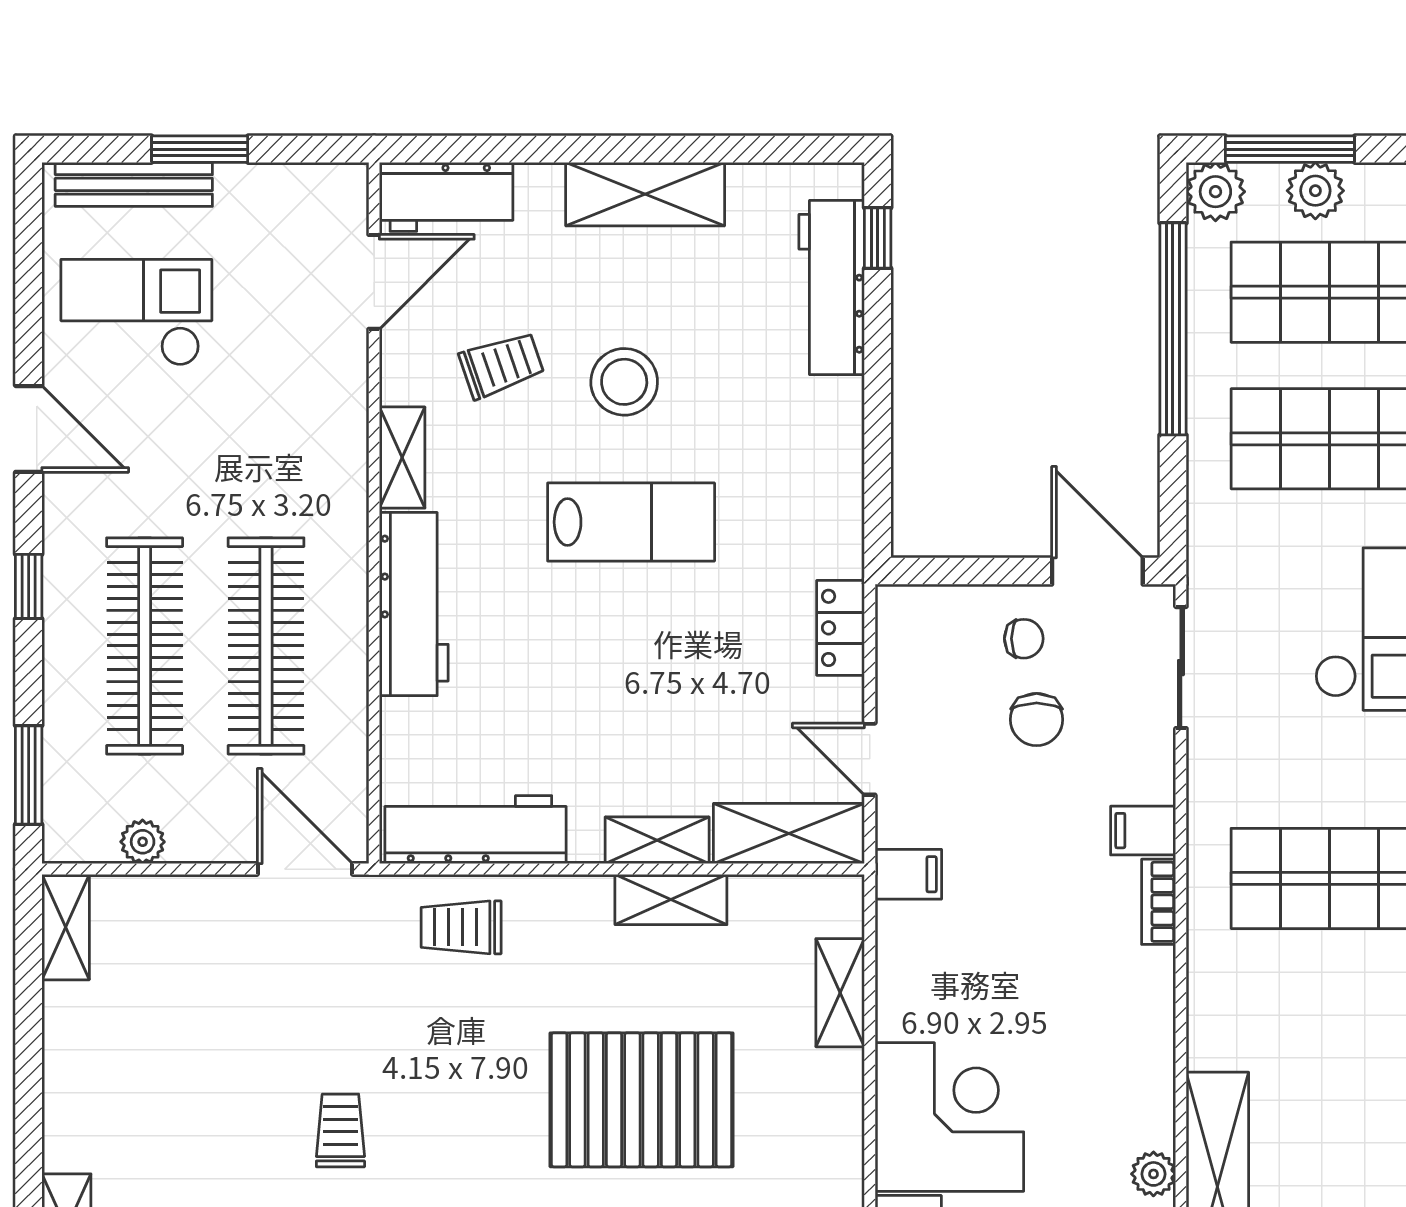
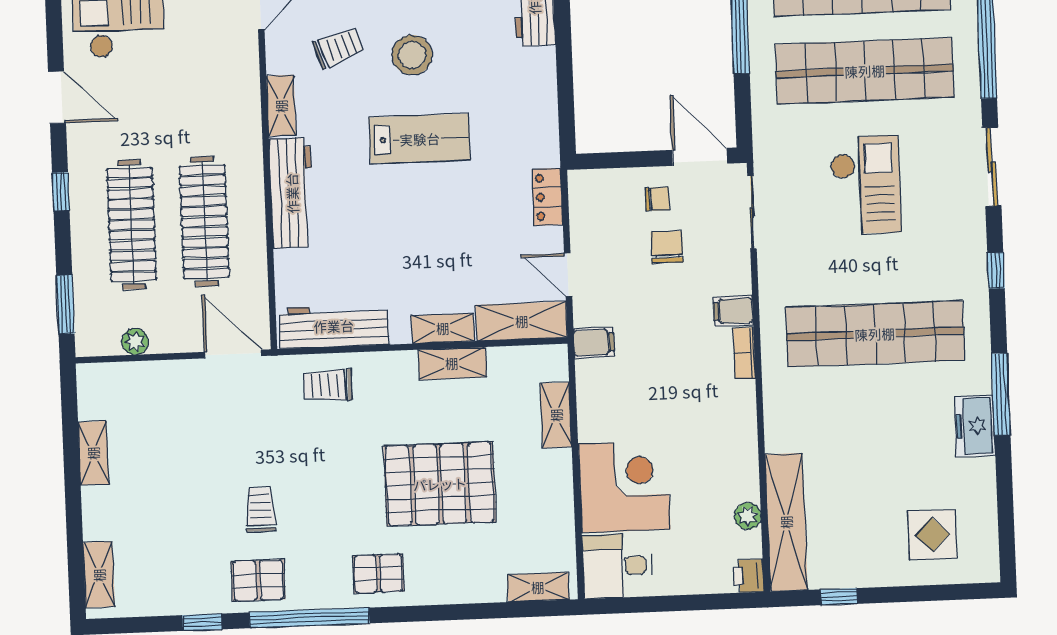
chair: (1037, 720) -> (667, 247), turned 180
shelving: (66, 927) -> (93, 453), moved

